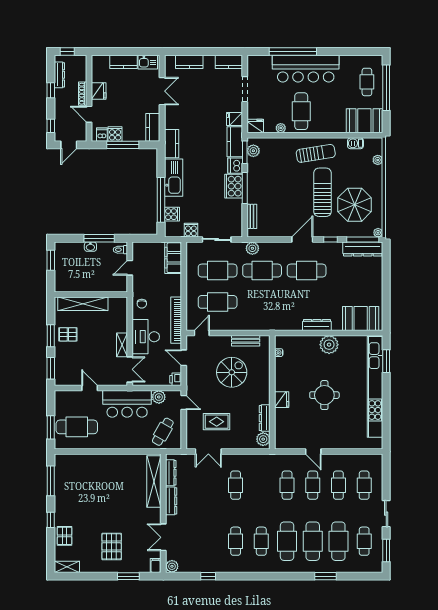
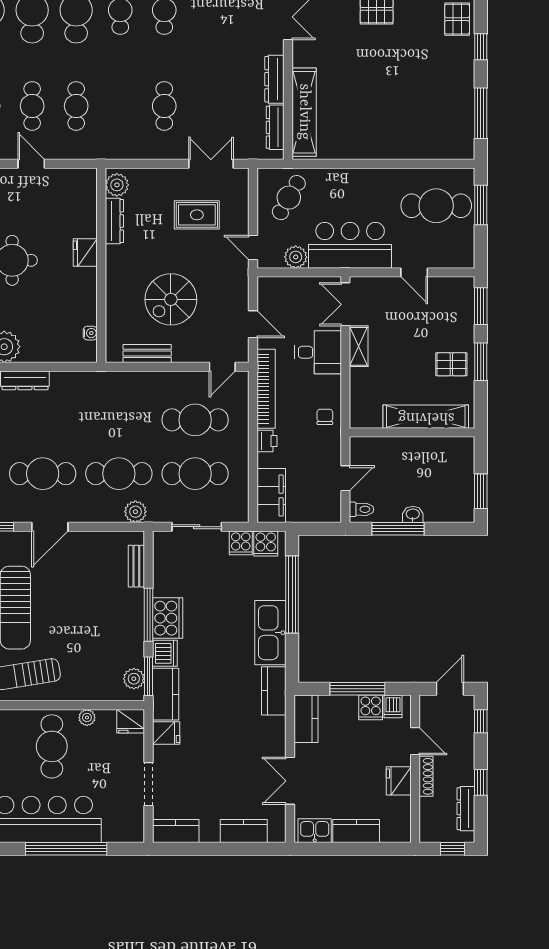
cooker: (172, 214) -> (266, 543), moved, turned -90
desk: (146, 337) -> (318, 352), width x0.73
printer: (176, 379) -> (267, 441), moved

